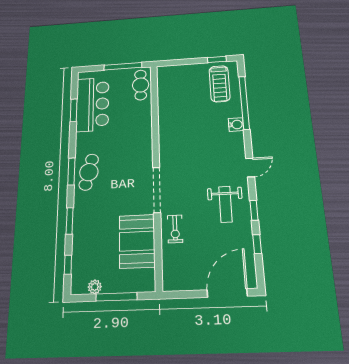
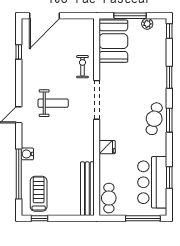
window: (123, 66) -> (143, 218), moved
bench: (165, 93) -> (87, 189), added
fridge: (143, 138) -> (107, 147), added
weight bench: (225, 204) -> (53, 103), moved, turned 90
window: (254, 210) -> (19, 79), removed
booth: (137, 241) -> (113, 41), moved
window: (68, 265) -> (169, 31), moved

